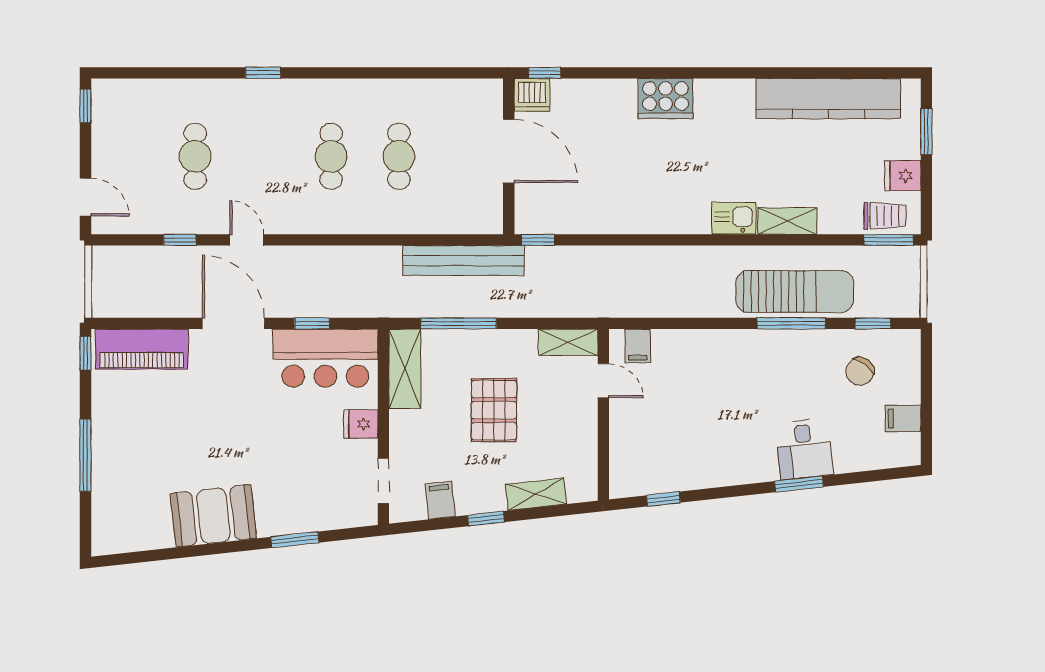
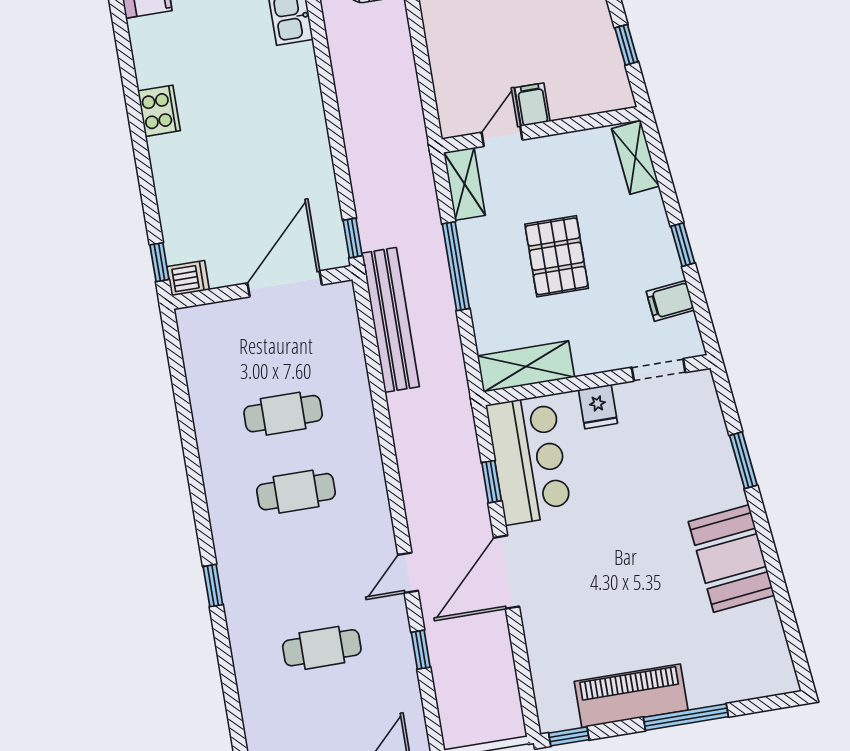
dishwasher: (532, 95) -> (188, 278), width x0.73
cooker: (666, 99) -> (159, 111), width x0.73, depth x0.76
door: (509, 151) -> (285, 284), moved
window: (459, 323) -> (456, 266), moved
filing cabinet: (638, 346) -> (532, 105), moved, turned -90
piano: (142, 349) -> (631, 696), moved, turned -90
pallet: (494, 410) -> (557, 256), turned 90
shelving: (536, 494) -> (635, 157), moved

